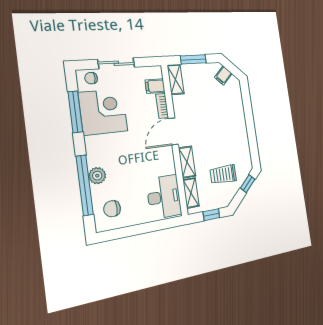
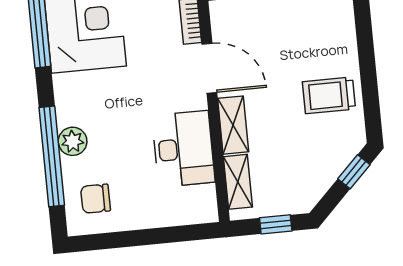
door: (173, 131) -> (209, 68), swing flipped
trolley: (223, 174) -> (329, 95), moved
desk: (164, 197) -> (183, 149), moved

